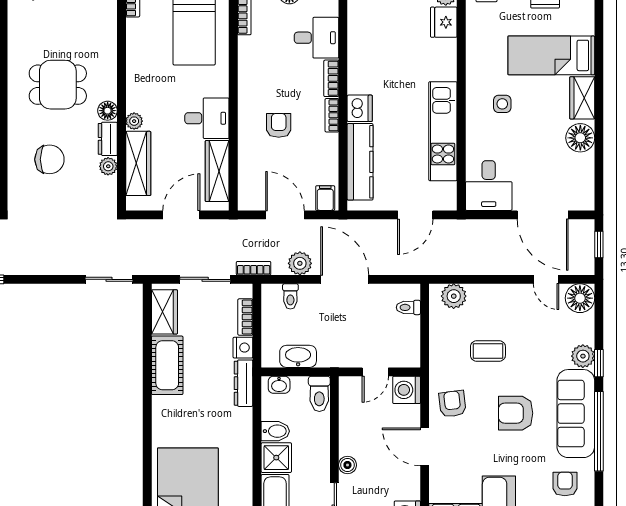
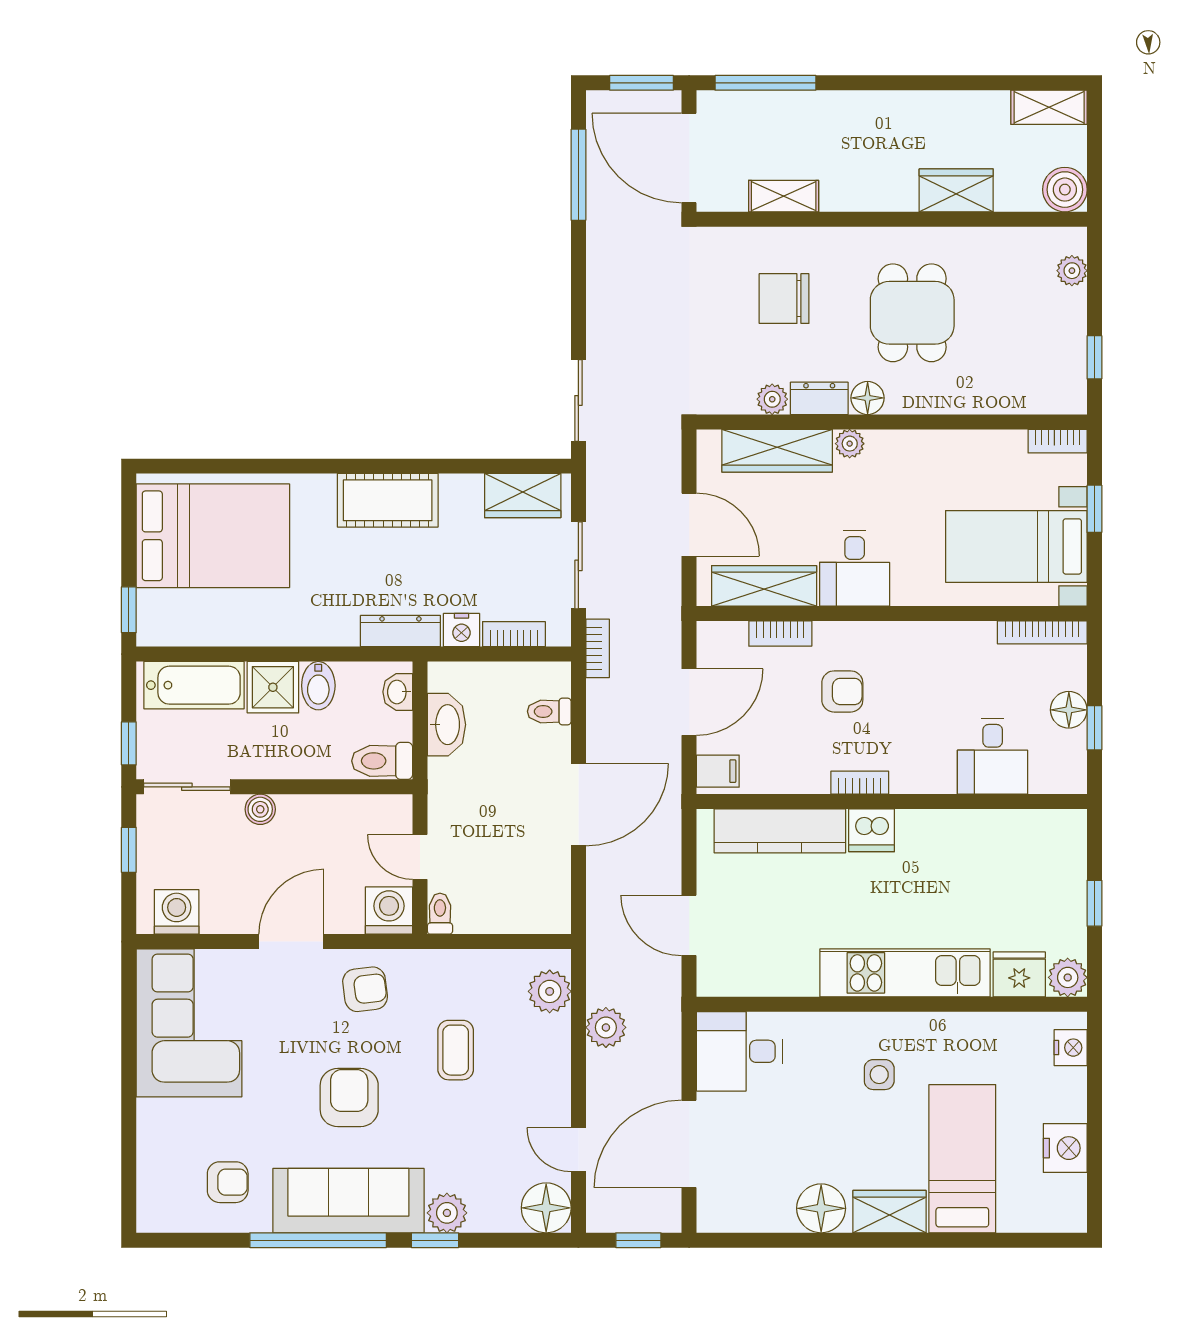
bookcase: (331, 78) -> (780, 634), moved, turned 180
kitchen unit: (443, 131) -> (905, 973), moved
chair: (49, 159) -> (784, 299), turned 90
plant: (300, 263) -> (606, 1027), moved
door: (546, 279) -> (578, 1150), hinge flipped
toilet: (408, 307) -> (440, 914), moved
cot: (167, 365) -> (388, 500), moved

